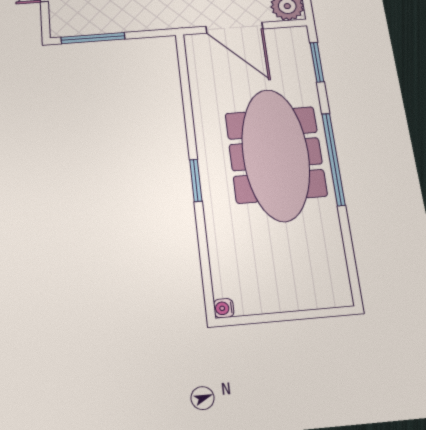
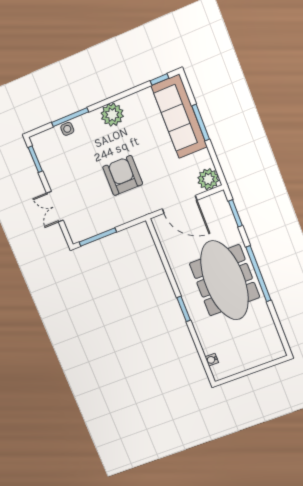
water cooler: (224, 308) -> (212, 360), moved

